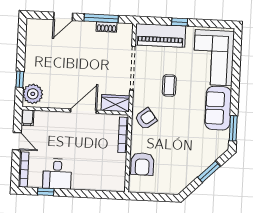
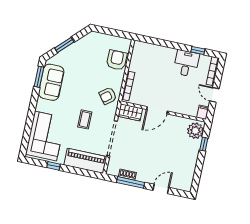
window: (180, 22) -> (53, 166), moved
sofa: (218, 108) -> (51, 82), moved

